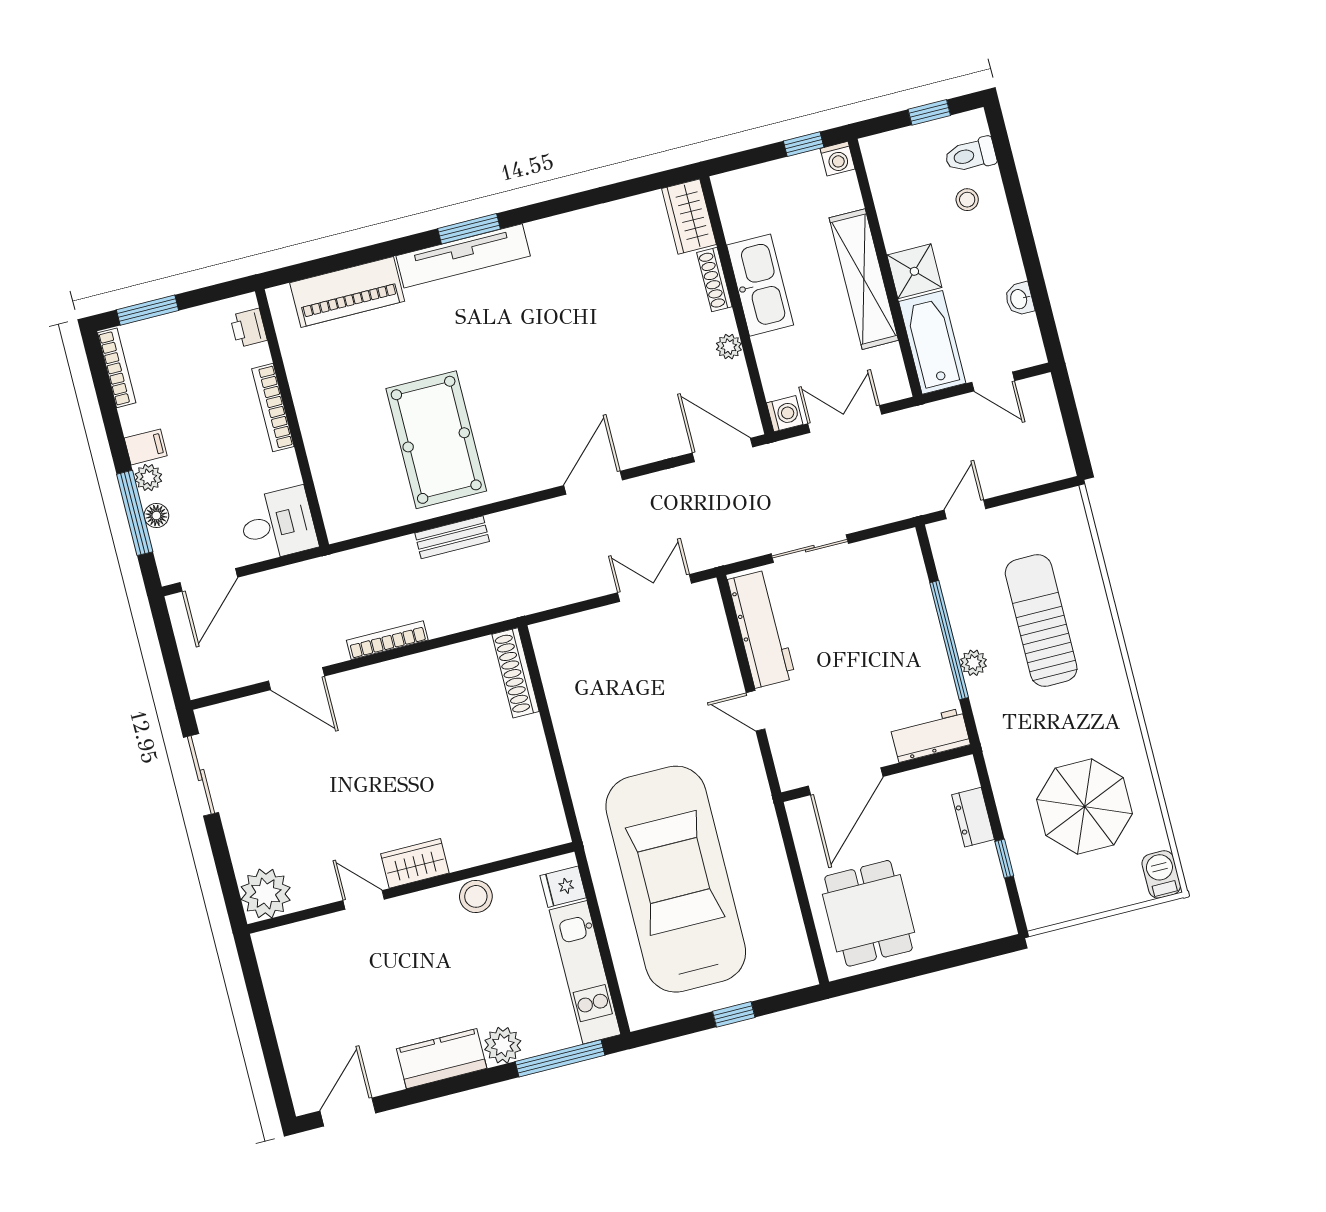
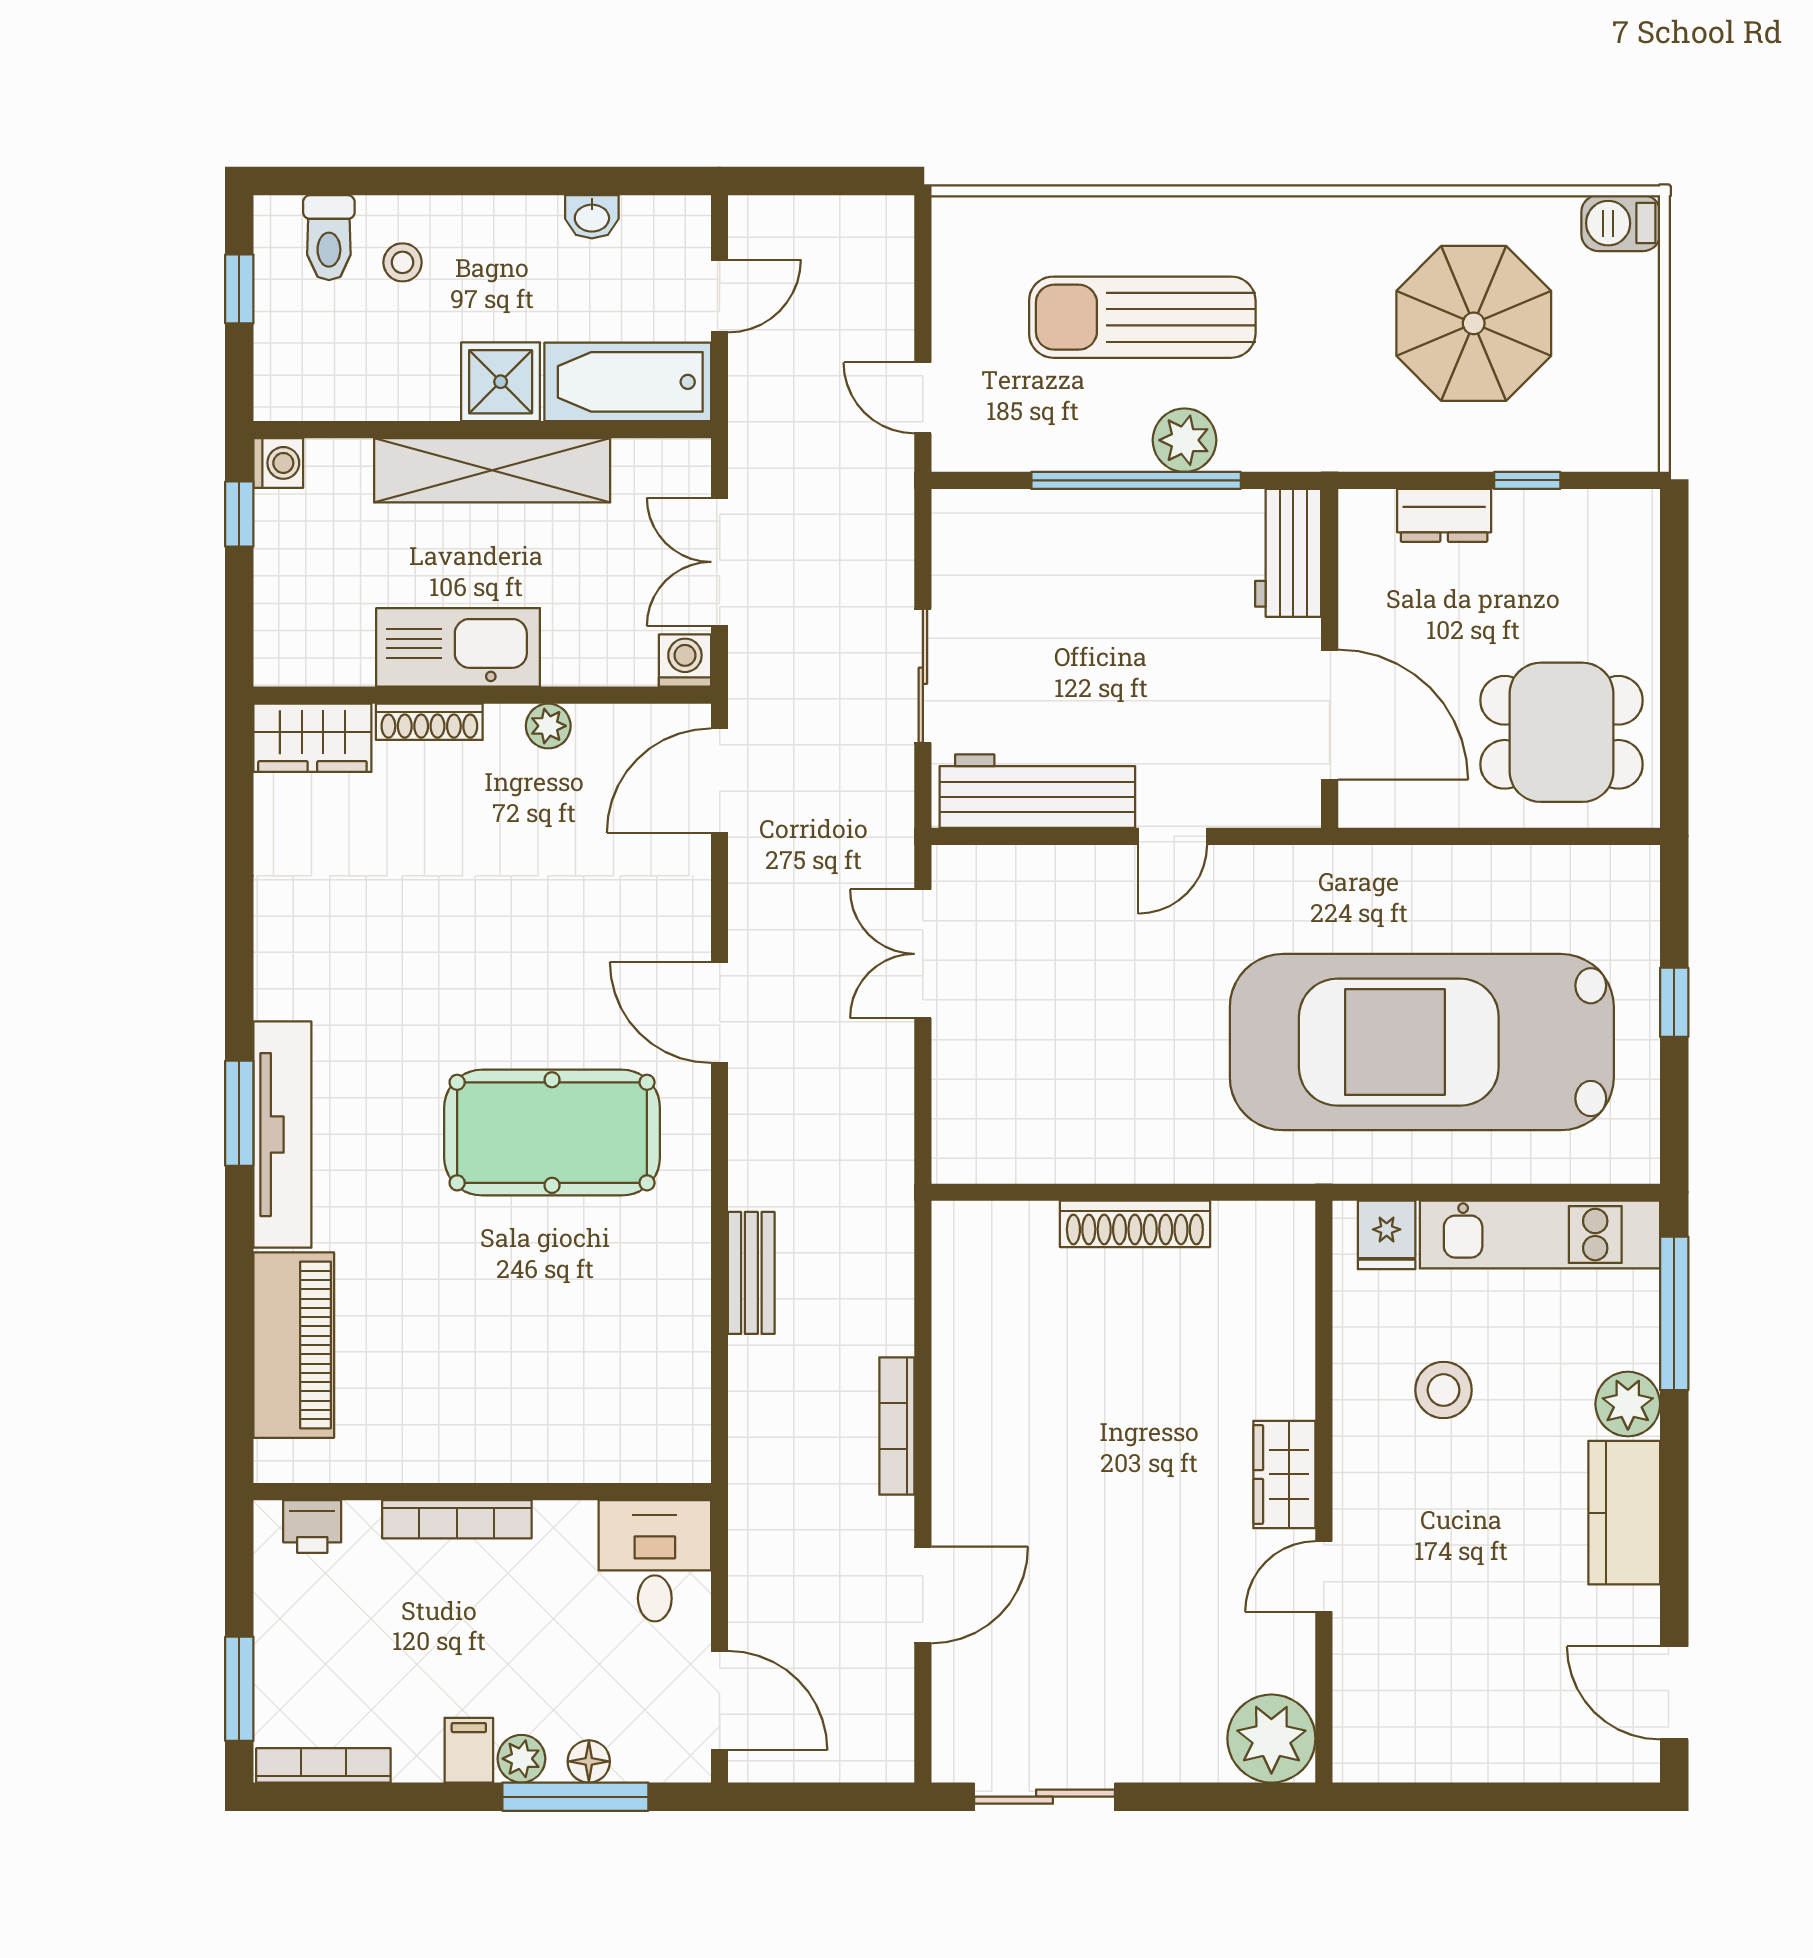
pool table: (436, 440) -> (552, 1133), moved
plant: (974, 663) -> (1185, 440), width x1.38, depth x1.38
shoe rack: (516, 673) -> (1135, 1224), moved
stool: (476, 896) -> (1444, 1390), moved

